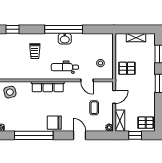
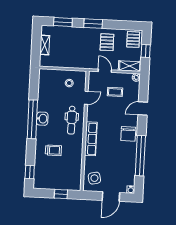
pallet: (127, 68) -> (107, 42), moved

